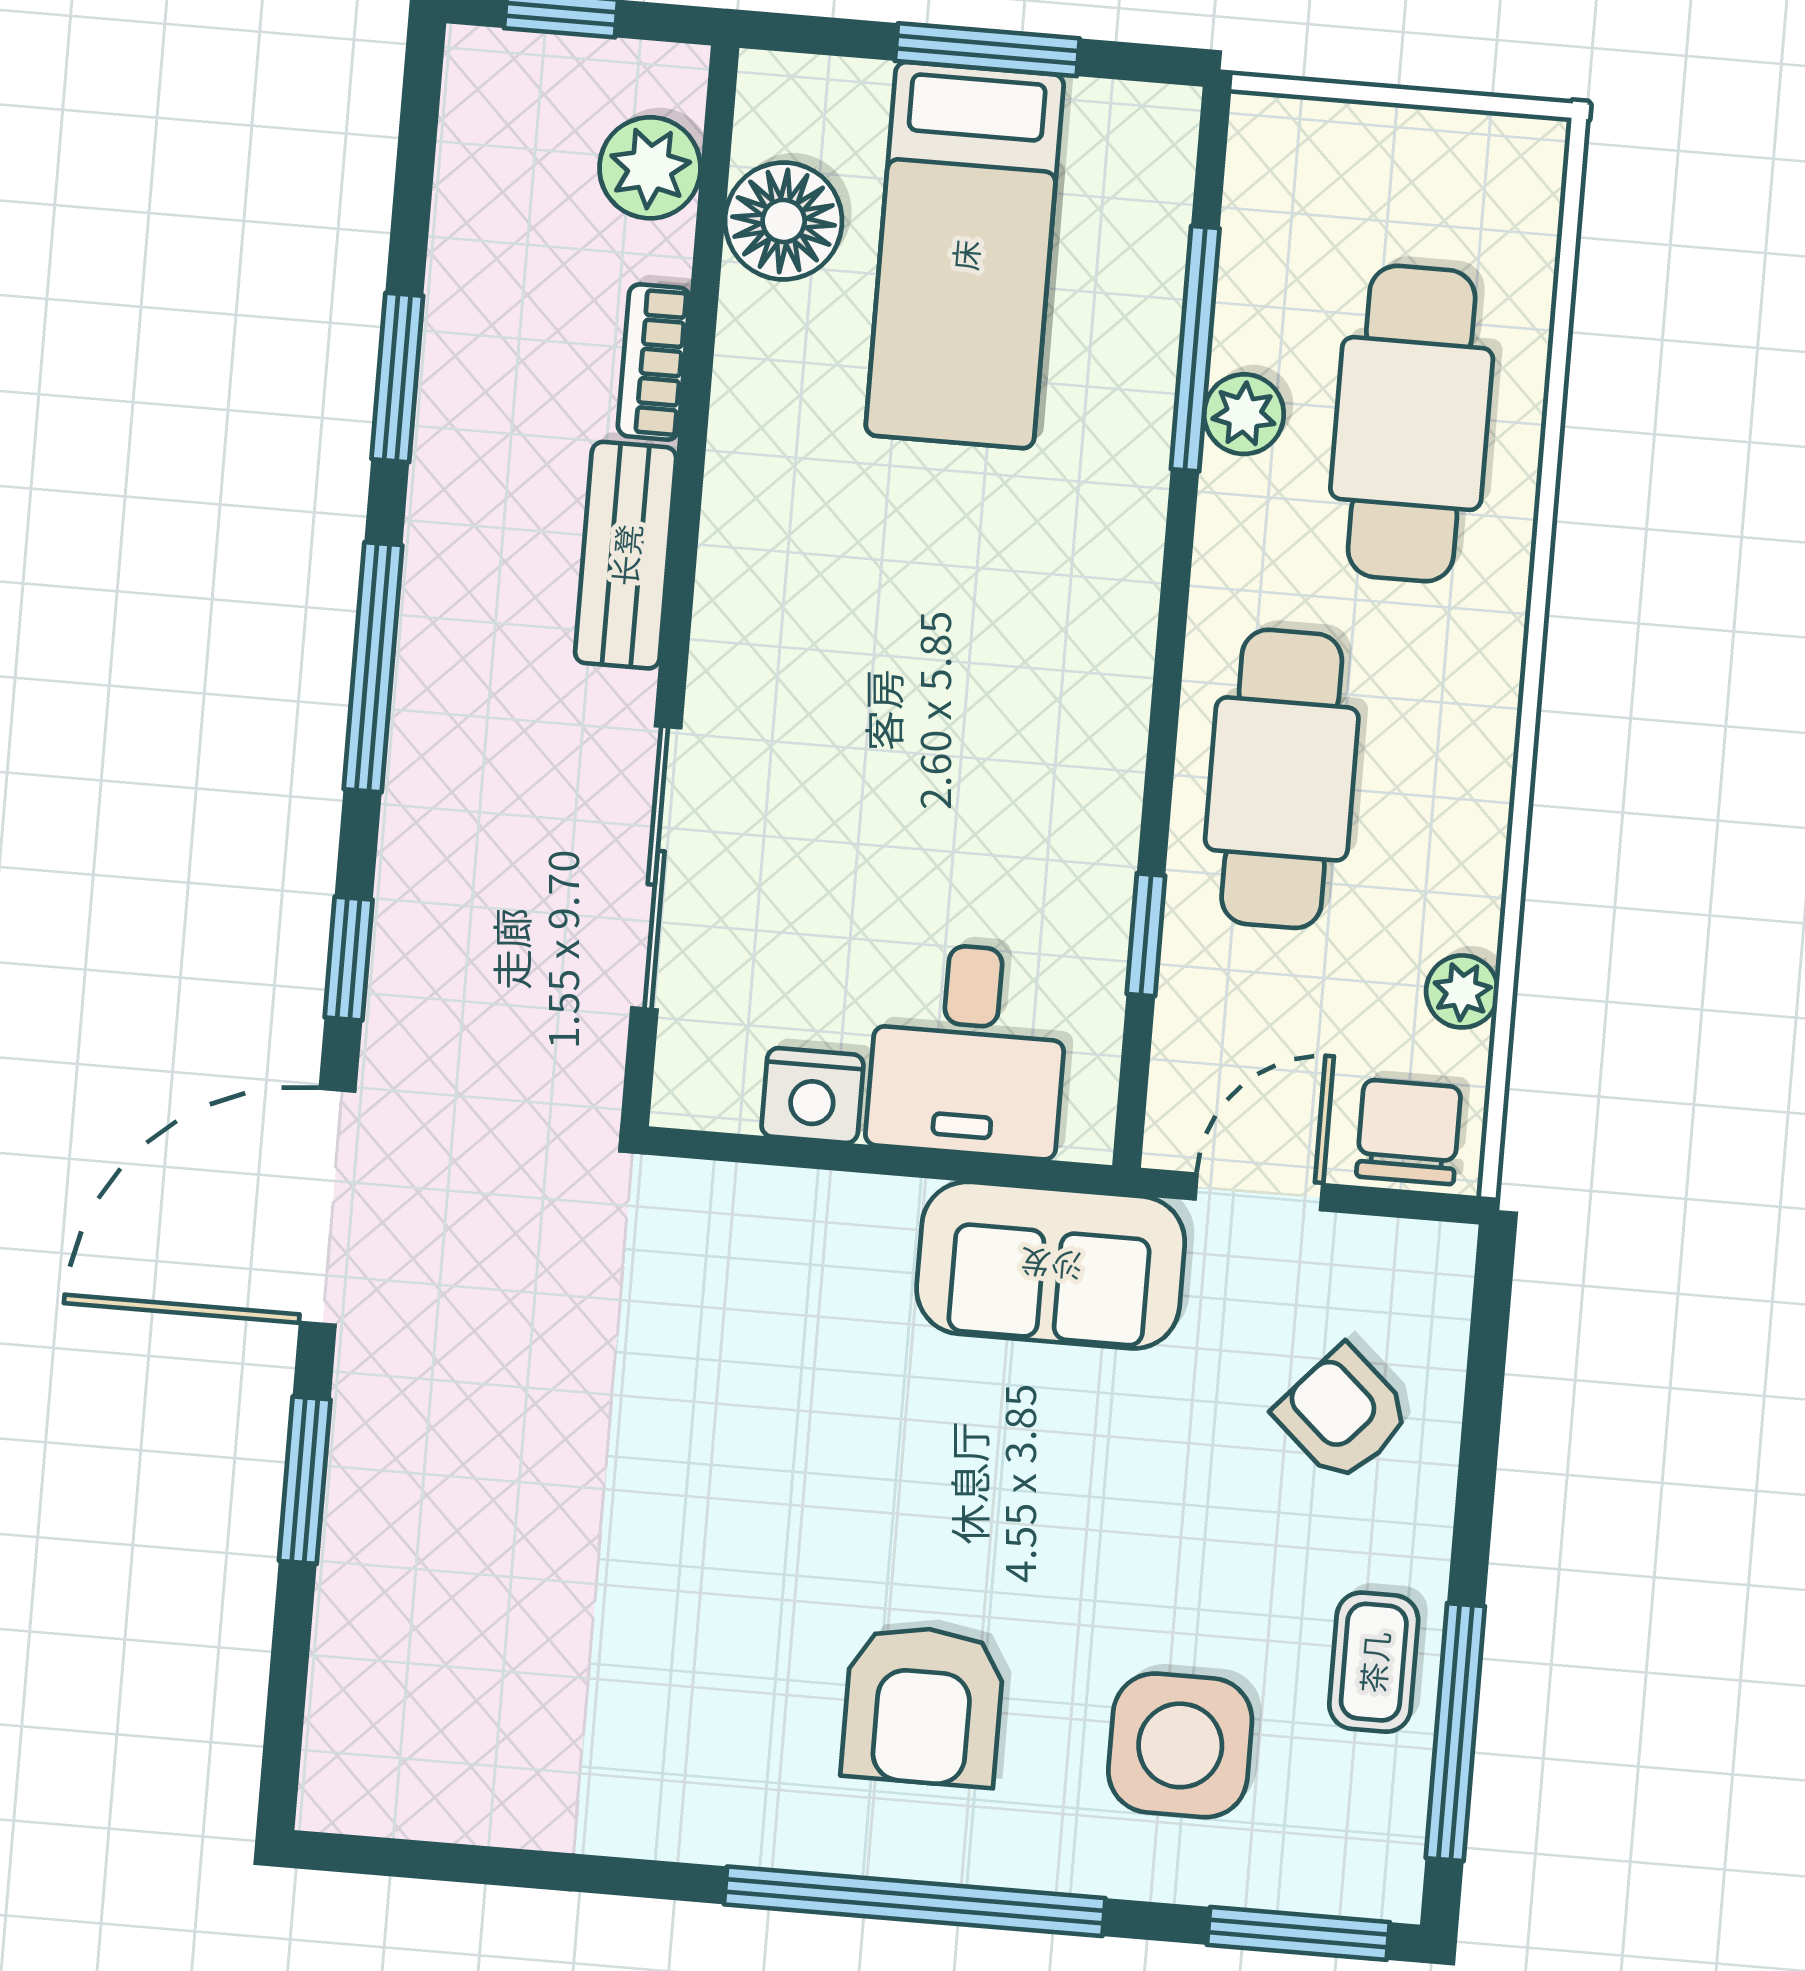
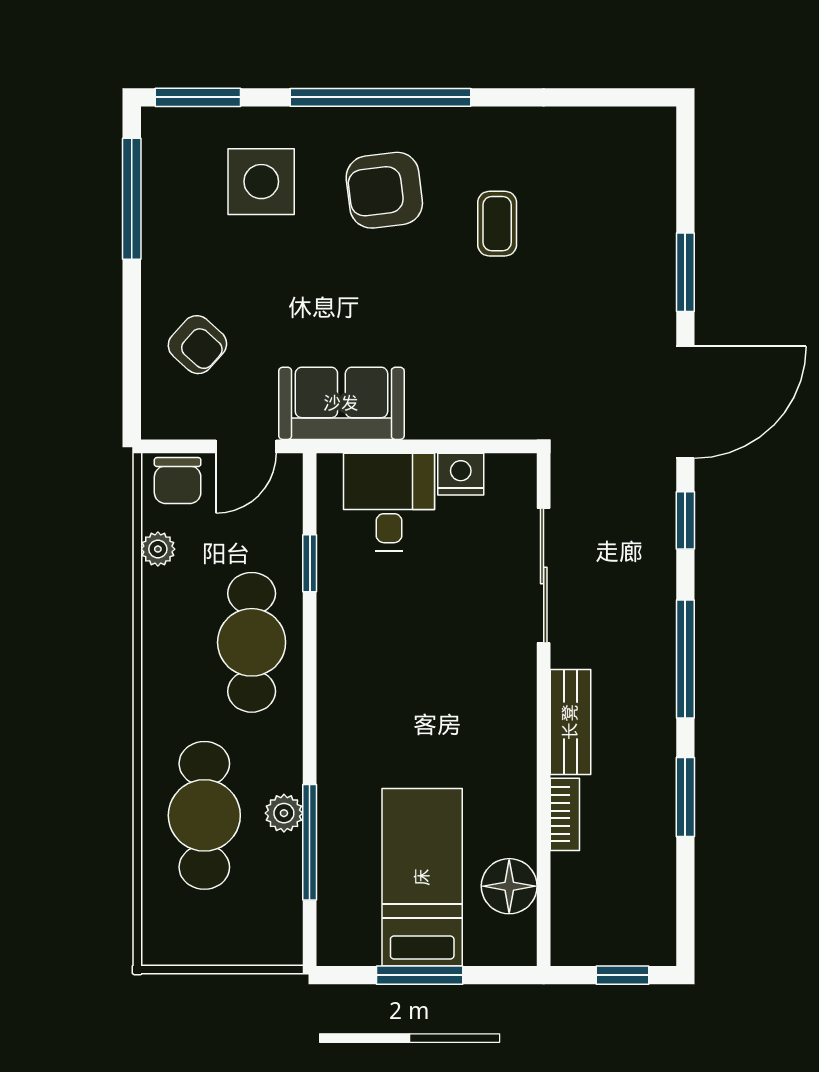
plant: (650, 168) -> (574, 906), removed
coffee table: (1374, 1662) -> (497, 224), moved
armchair: (923, 1706) -> (384, 190), turned -97

